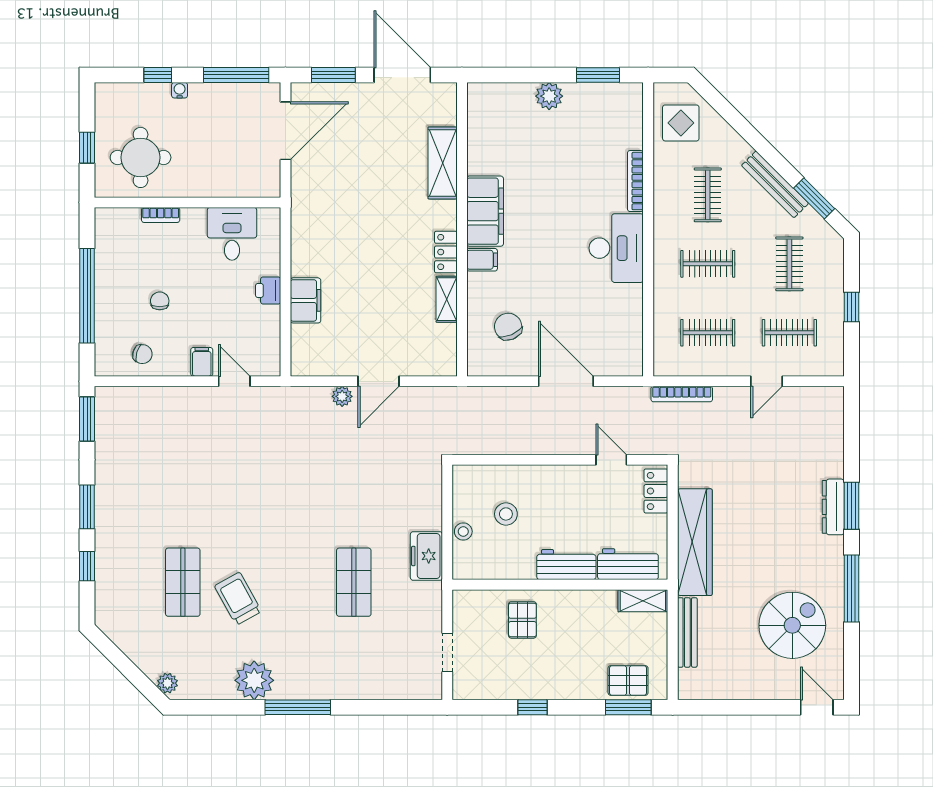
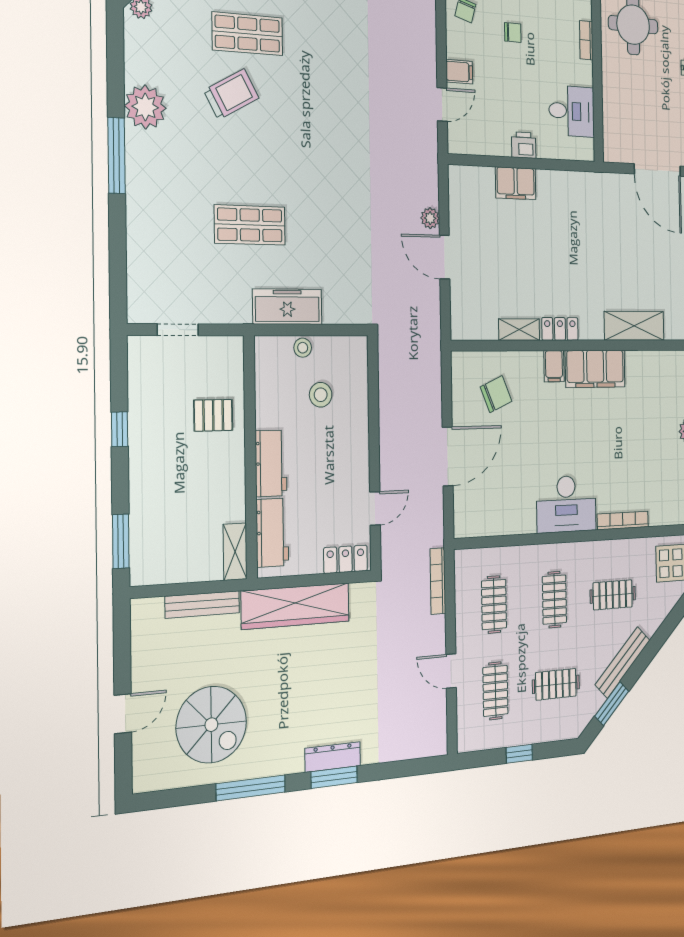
freezer: (426, 556) -> (287, 307), width x1.40
pallet: (628, 680) -> (150, 539), removed
door: (817, 707) -> (123, 714), moved

